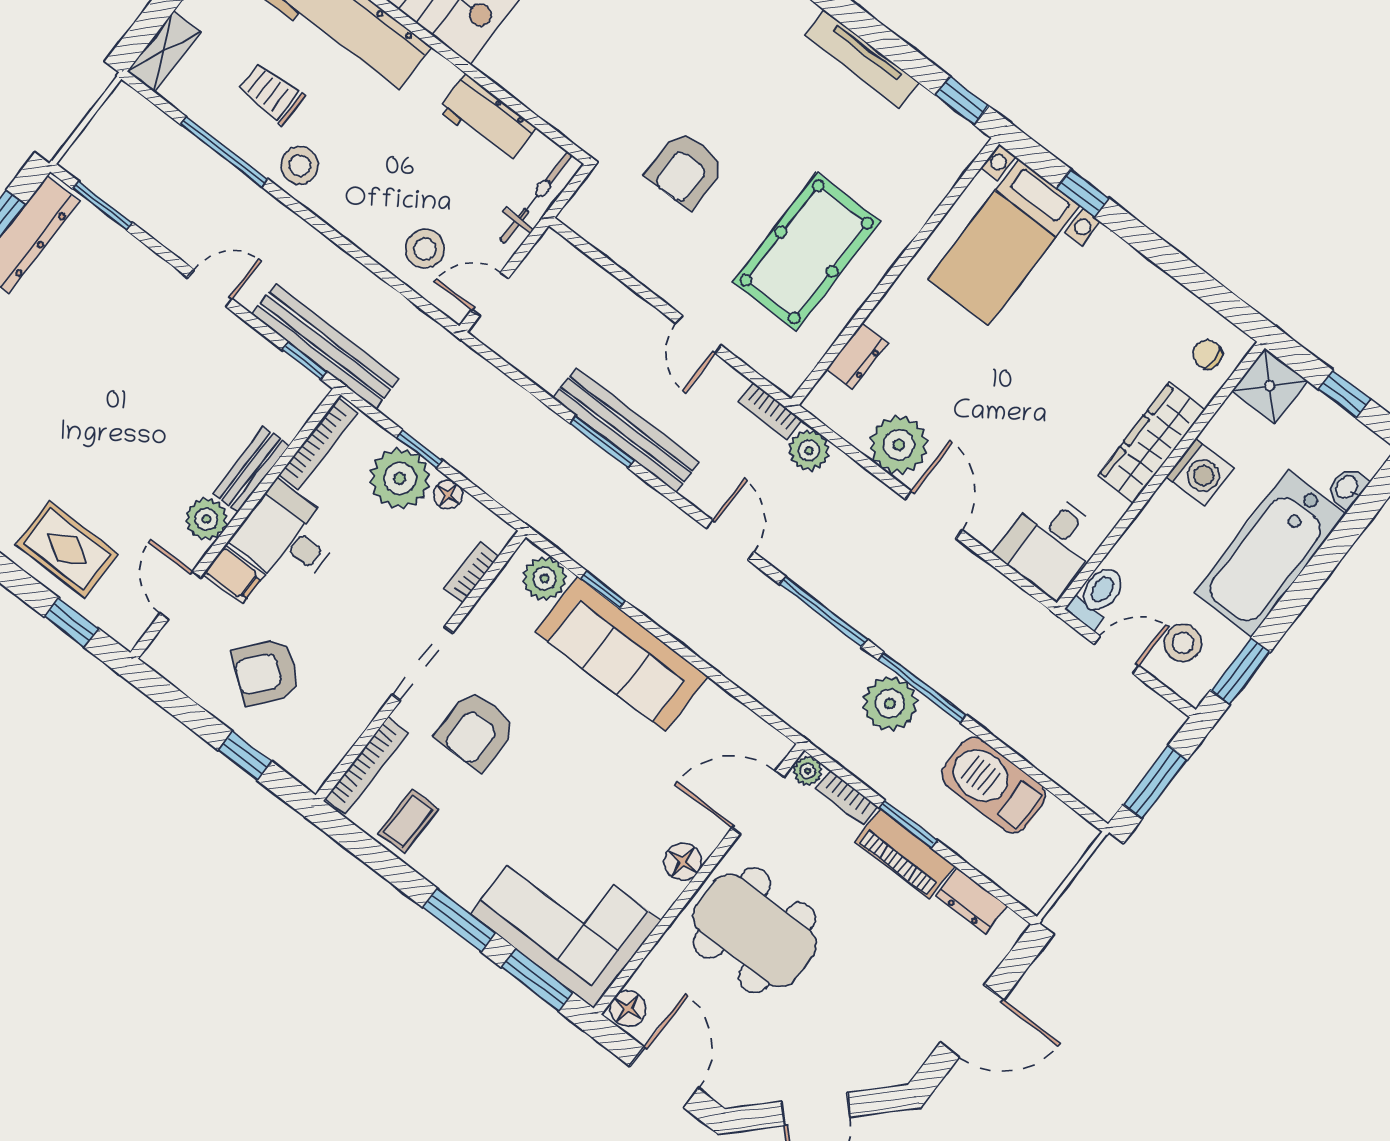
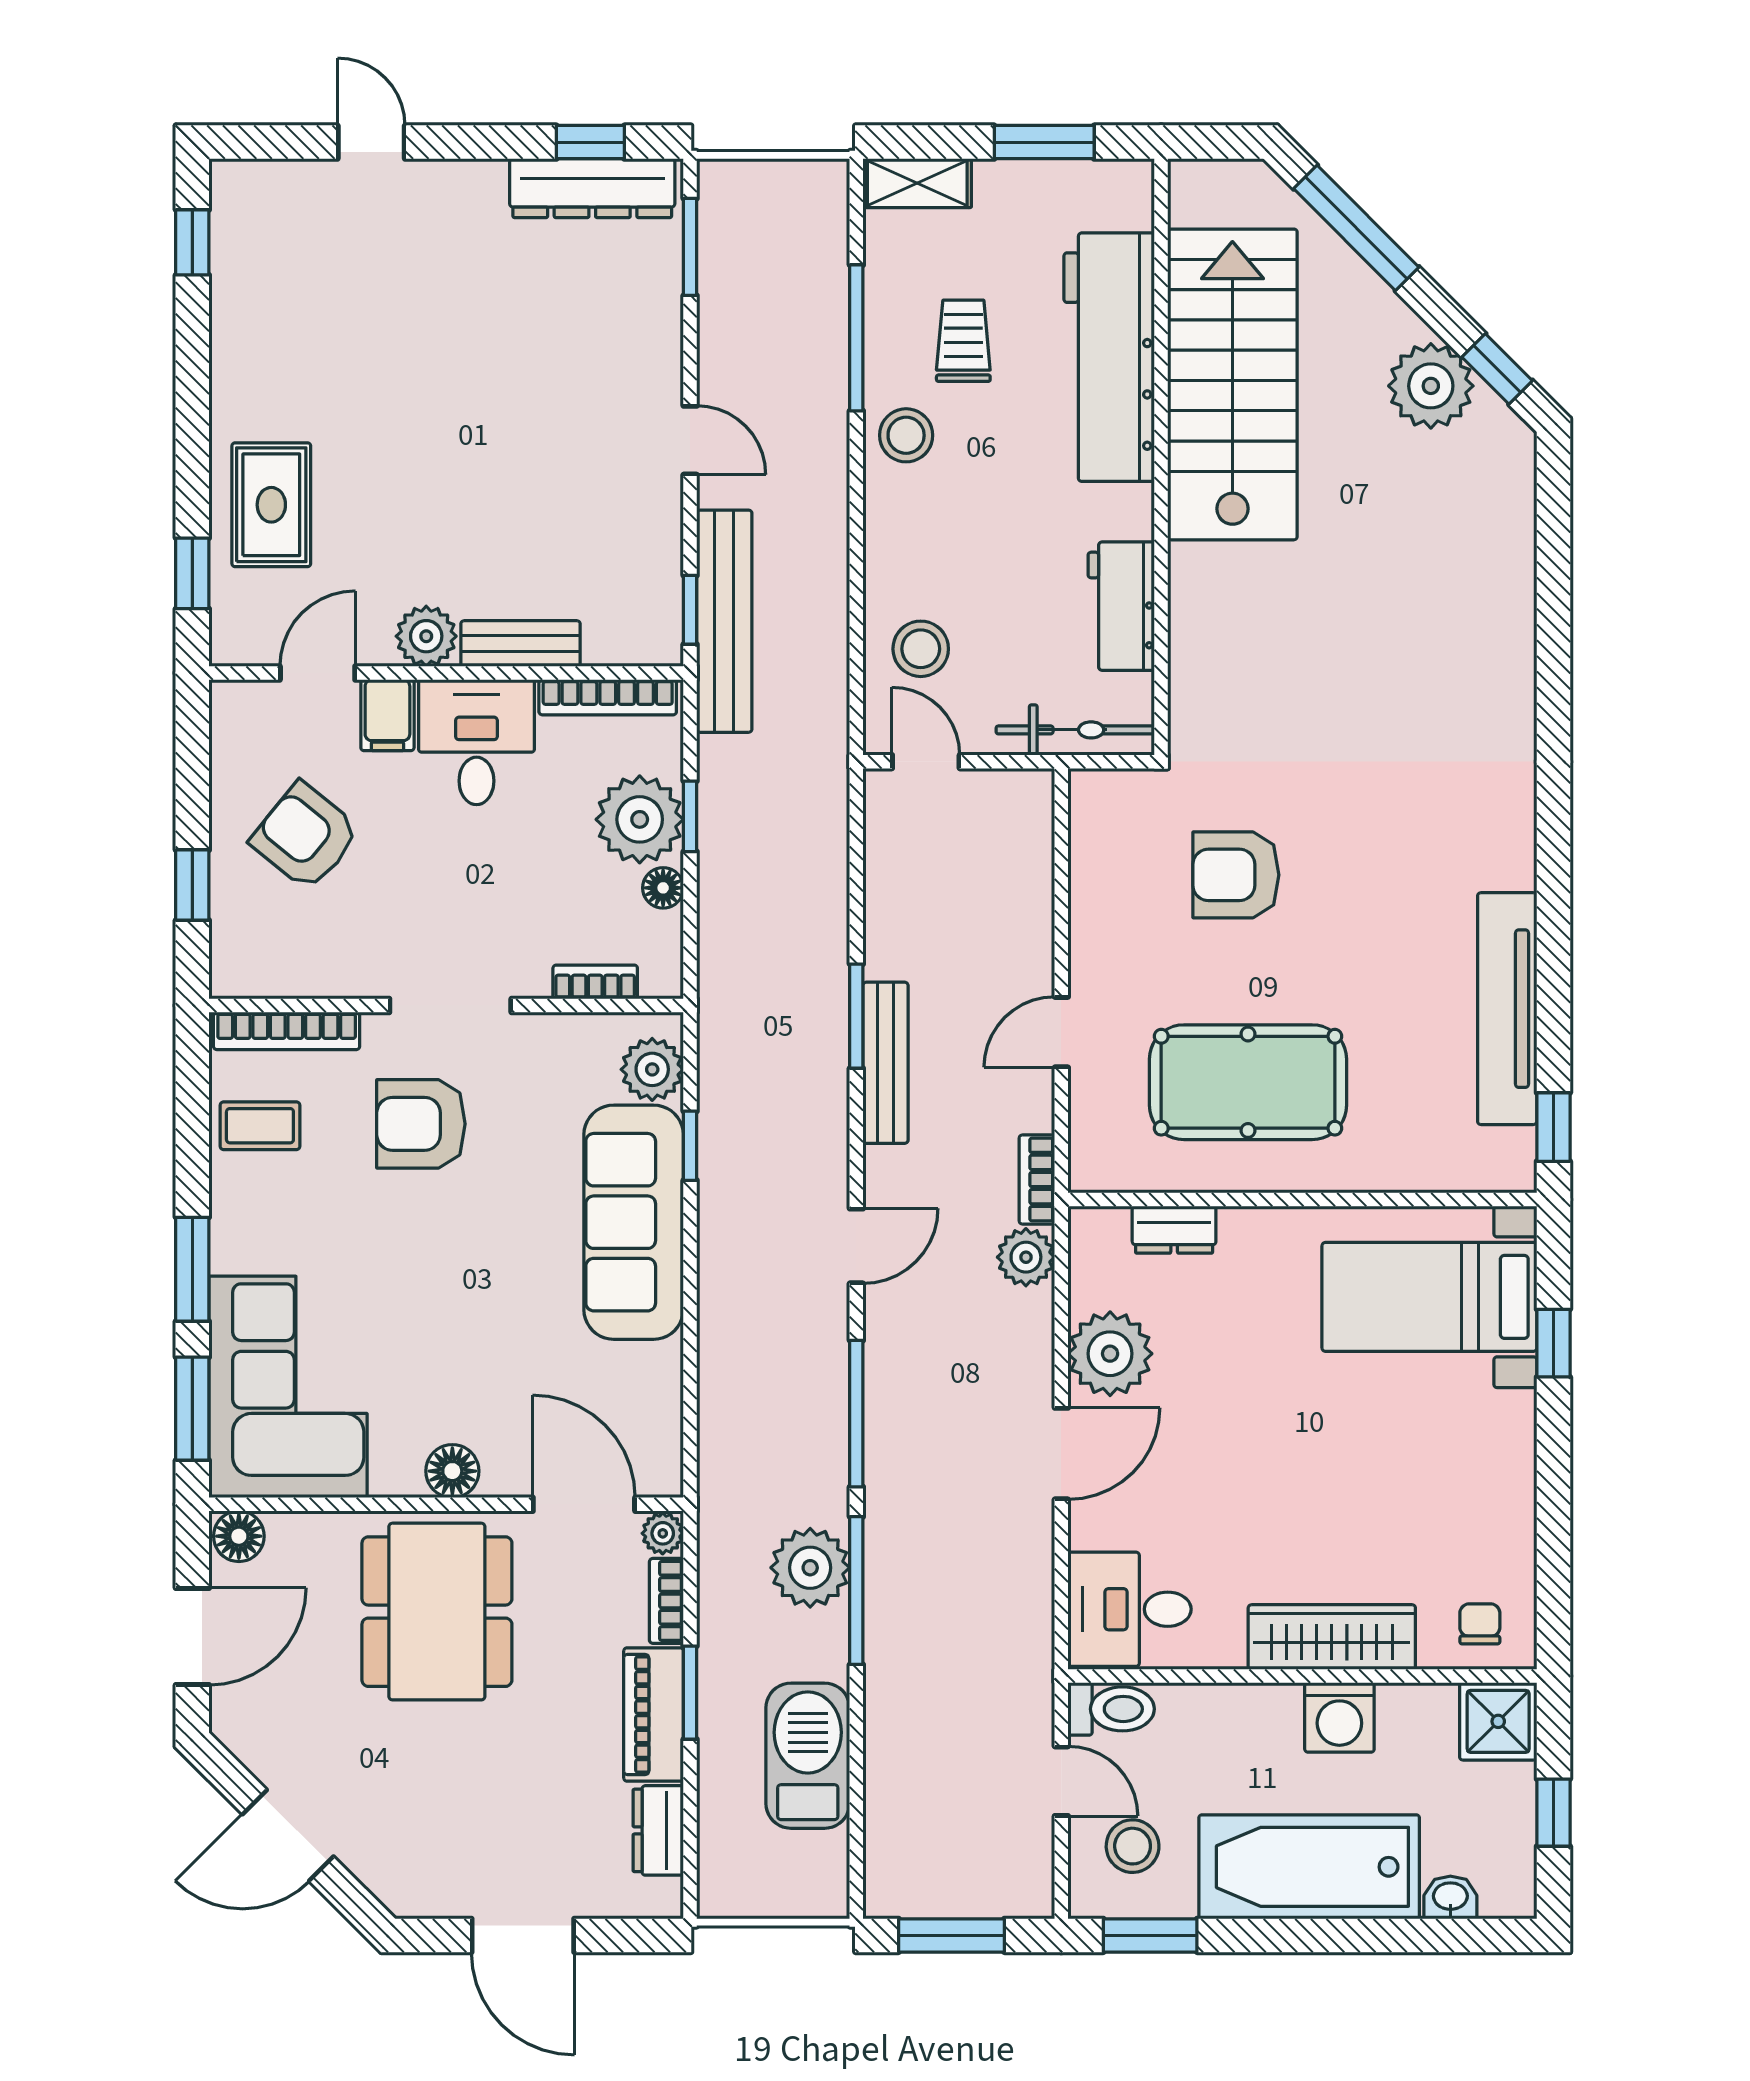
tv unit: (862, 59) -> (1507, 1009), width x1.36, depth x1.29
bench: (626, 430) -> (886, 1063), width x0.73, depth x0.82

